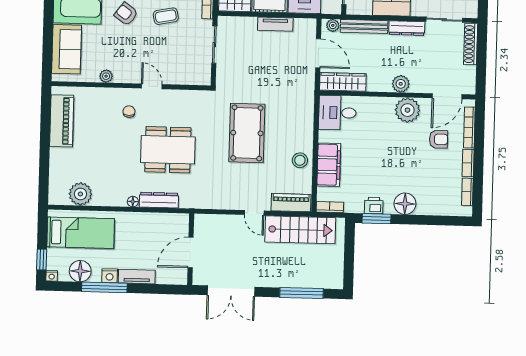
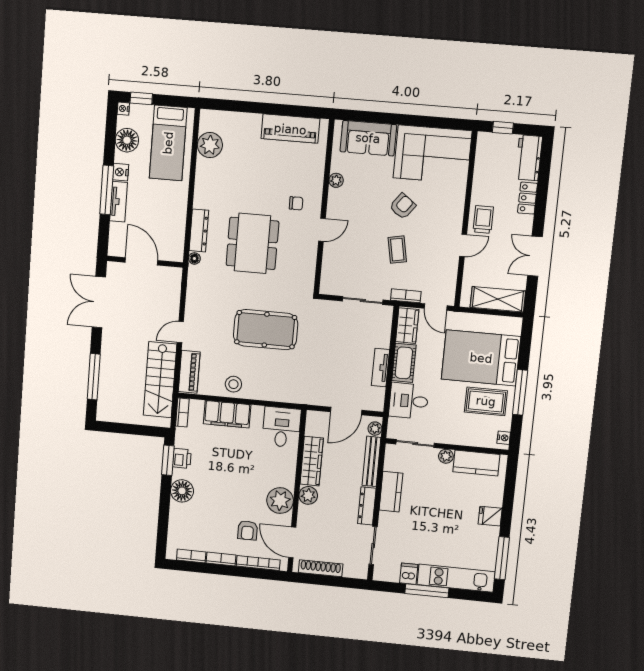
shoe rack: (471, 44) -> (321, 568), moved
wardrobe: (343, 82) -> (312, 461), moved
floor lamp: (133, 202) -> (194, 258), moved
window: (104, 287) -> (107, 190), moved

